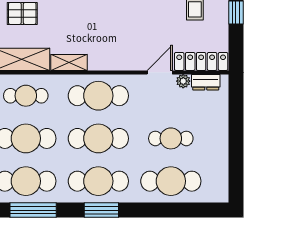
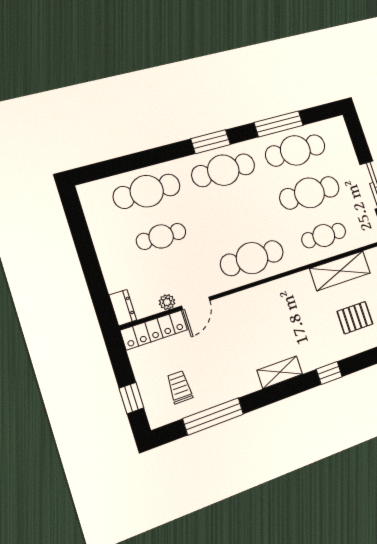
shelving: (69, 62) -> (293, 283), removed
dresser: (206, 82) -> (123, 308), moved, turned 90
cafe table: (98, 138) -> (238, 214), removed

